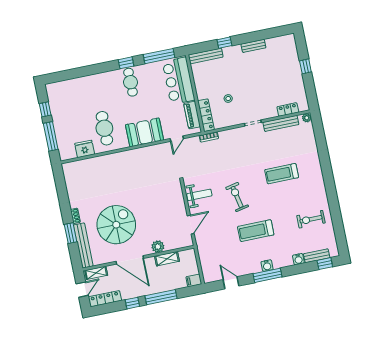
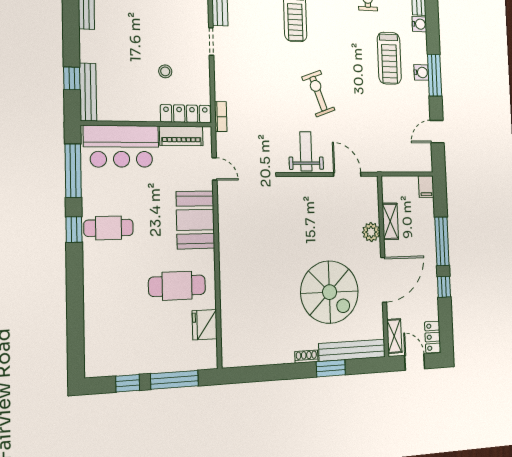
window: (224, 43) -> (72, 78), moved
exercise bike: (237, 197) -> (318, 94), turned 82
spiral stairs: (116, 225) -> (330, 292), turned 180
treadmill: (256, 231) -> (389, 58), moved
locker: (105, 299) -> (433, 337), width x0.66

